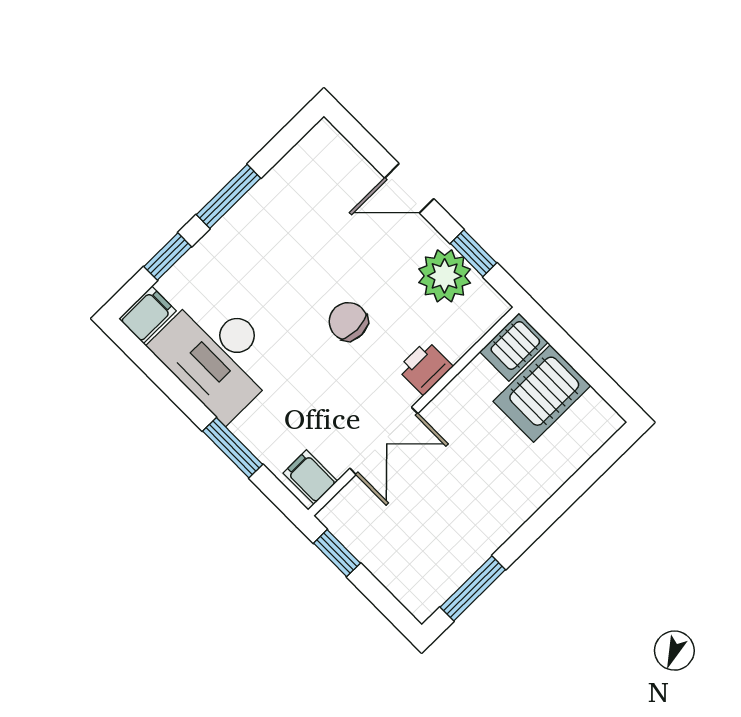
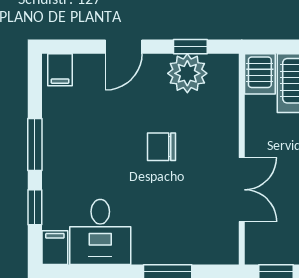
desk: (217, 355) -> (100, 232), width x0.73
printer: (425, 368) -> (225, 131), removed
filing cabinet: (310, 477) -> (60, 70), moved, turned -90

